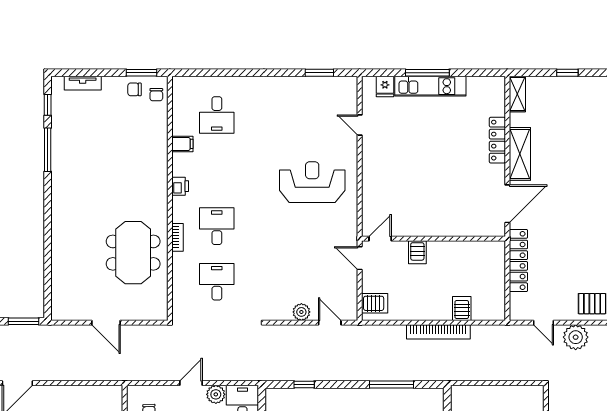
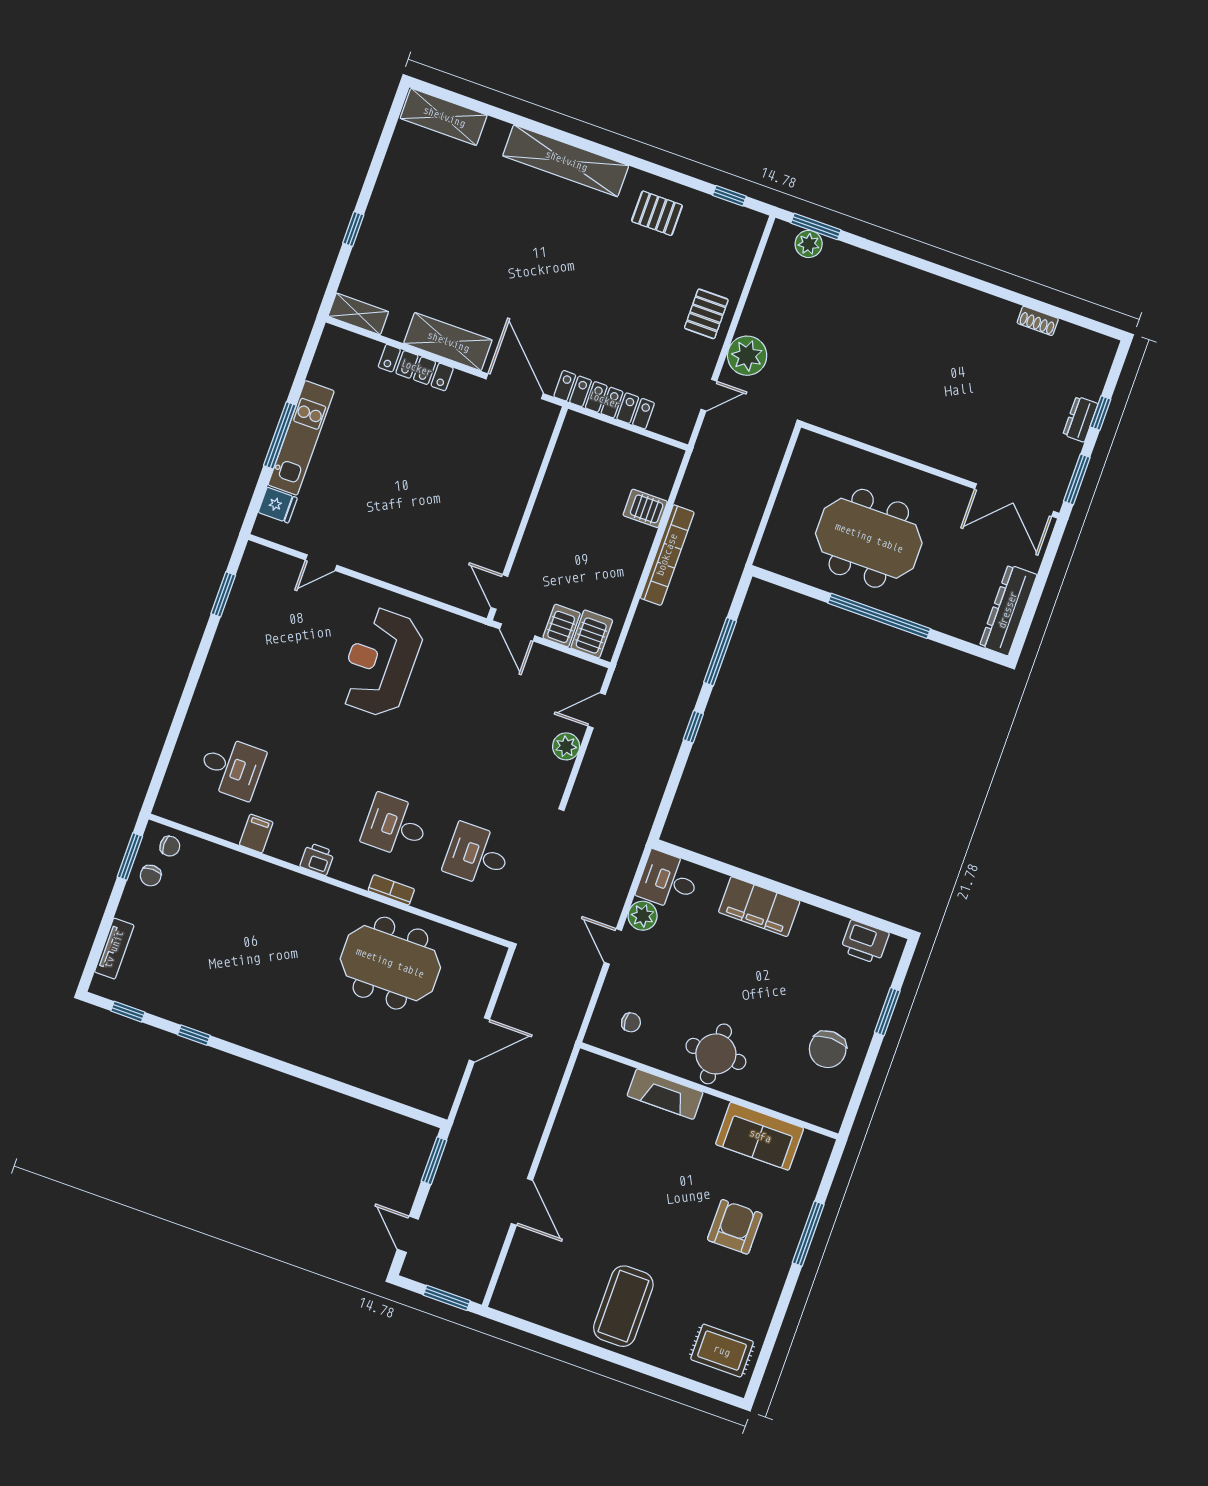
window: (48, 150) -> (194, 1035), width x0.46
server rack: (417, 252) -> (562, 626), moved, turned -90
door: (360, 258) -> (517, 632), hinge flipped
window: (304, 384) -> (693, 727), moved

